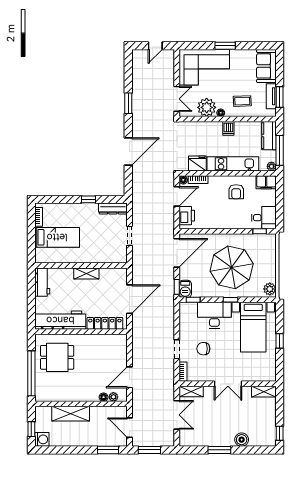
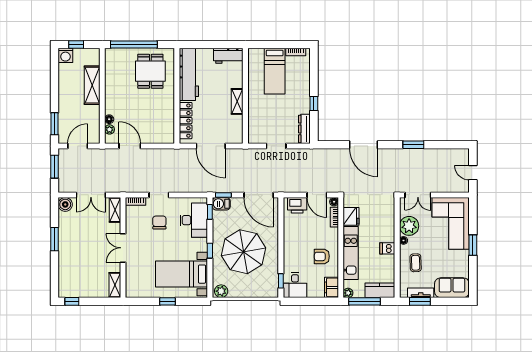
desk: (214, 315) -> (194, 220), moved
boiler: (242, 440) -> (65, 204), moved

